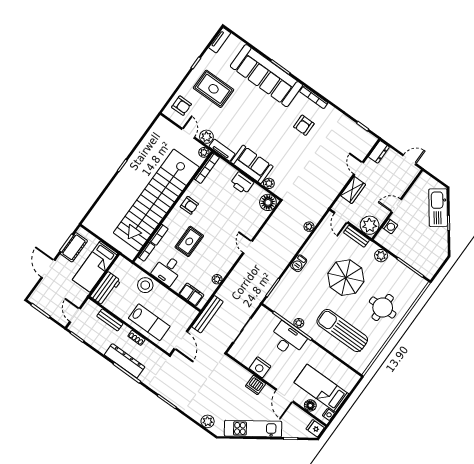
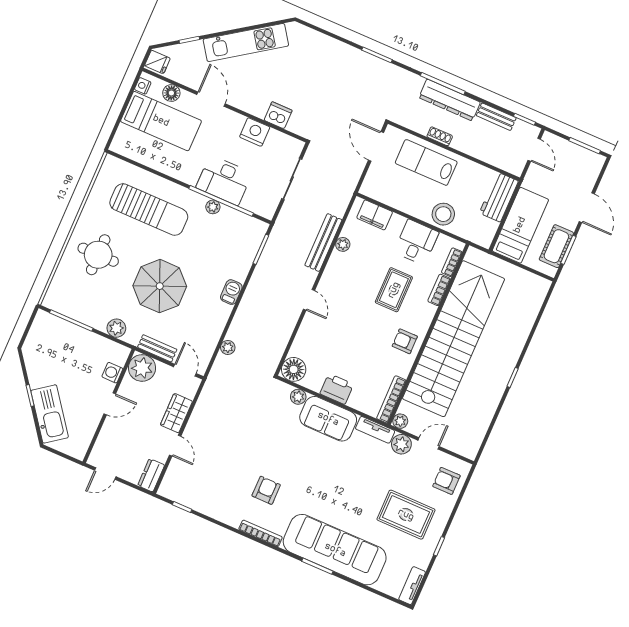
door: (188, 133) -> (429, 443), swing flipped
bench: (208, 314) -> (323, 243), moved
bench: (110, 320) -> (496, 117), moved
dishwasher: (255, 385) -> (278, 115), moved
plant: (208, 421) -> (313, 39), removed

